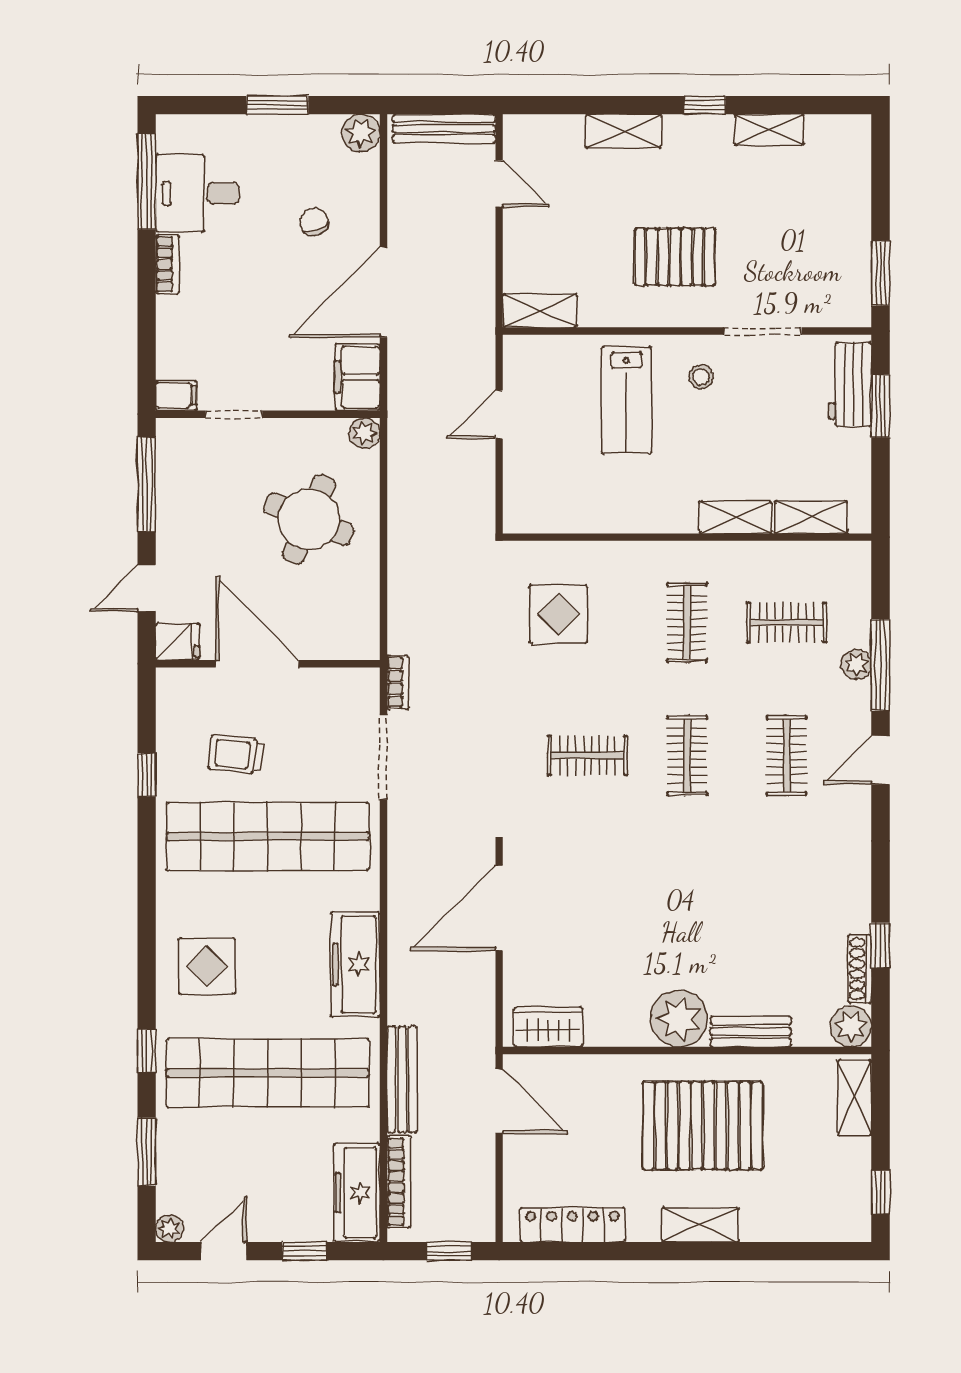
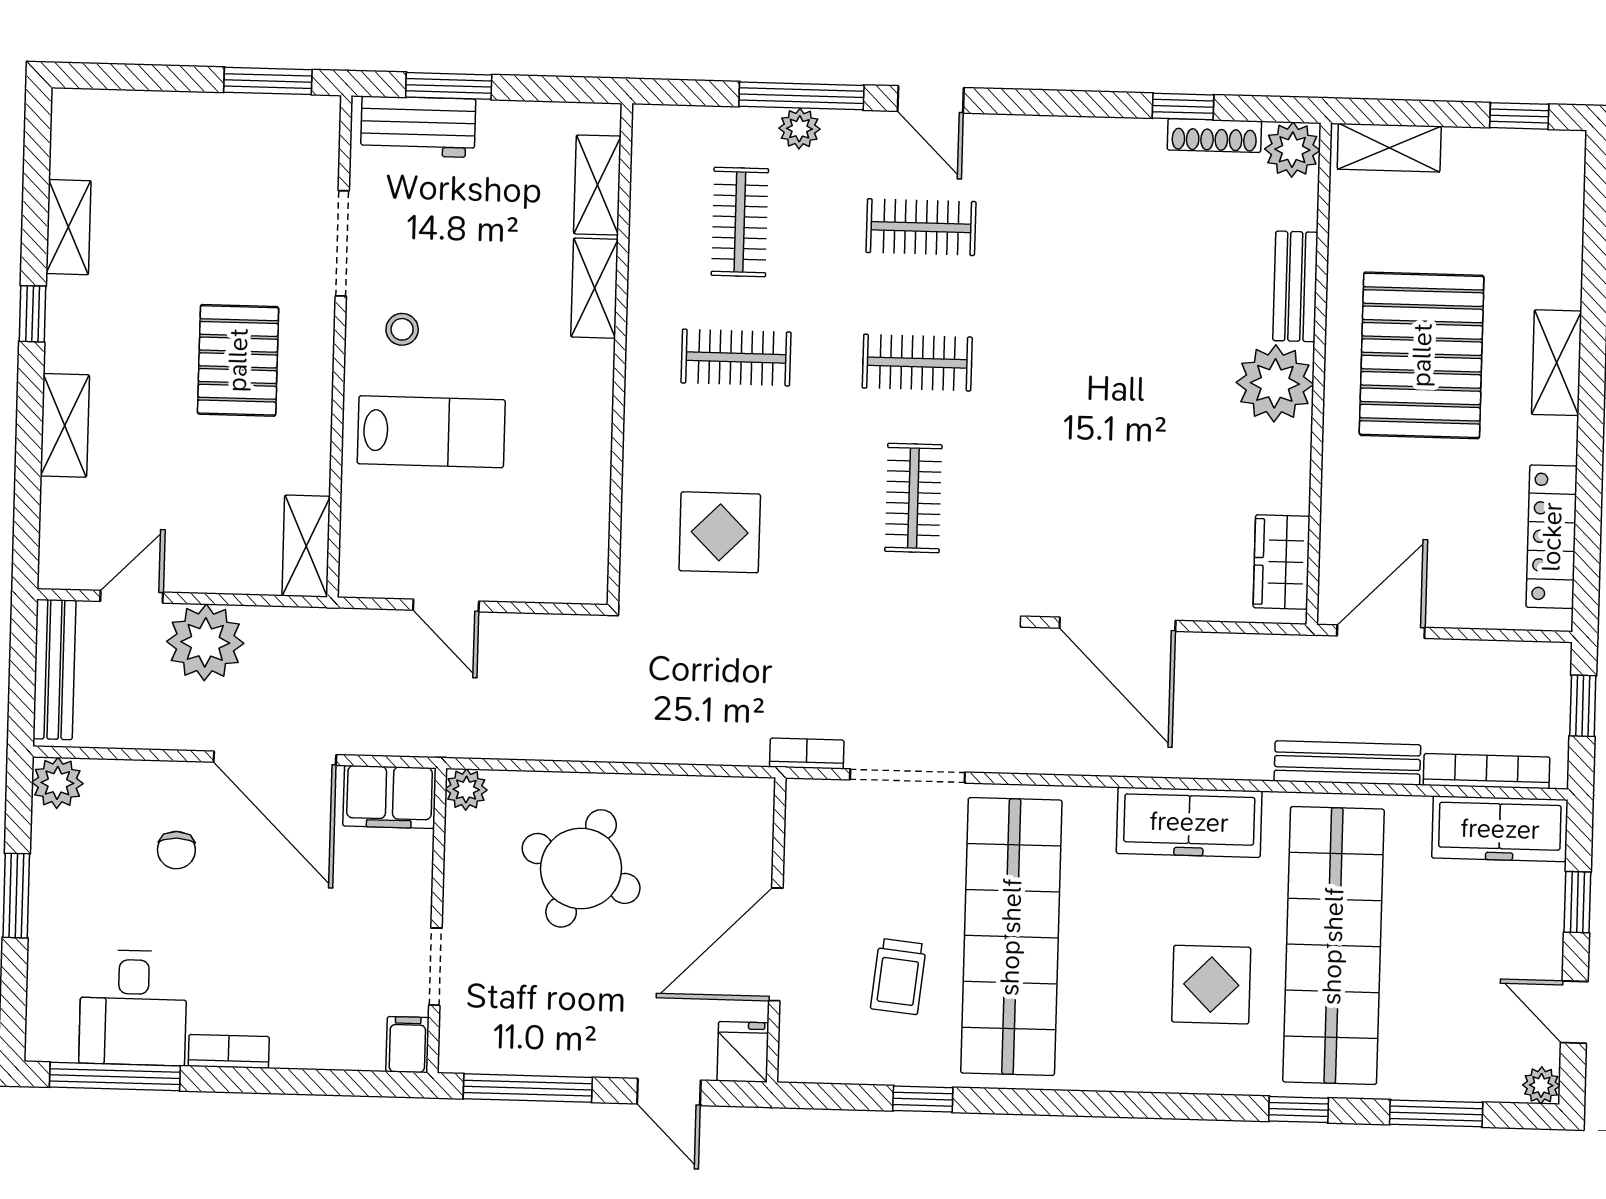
chair: (314, 222) -> (176, 850), turned -71
plant: (467, 239) -> (205, 642), added
display table: (207, 966) -> (1211, 985), moved

